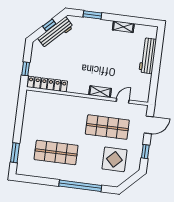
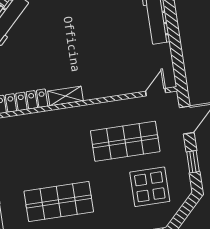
shelving: (100, 92) -> (66, 96), moved
door: (123, 101) -> (156, 92), moved

